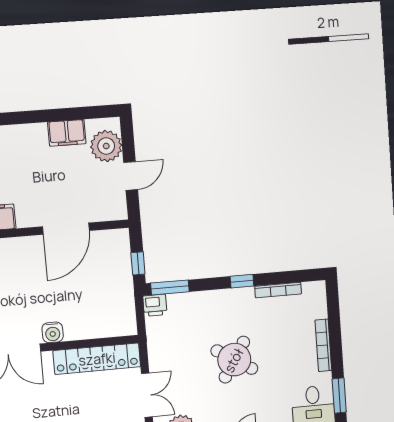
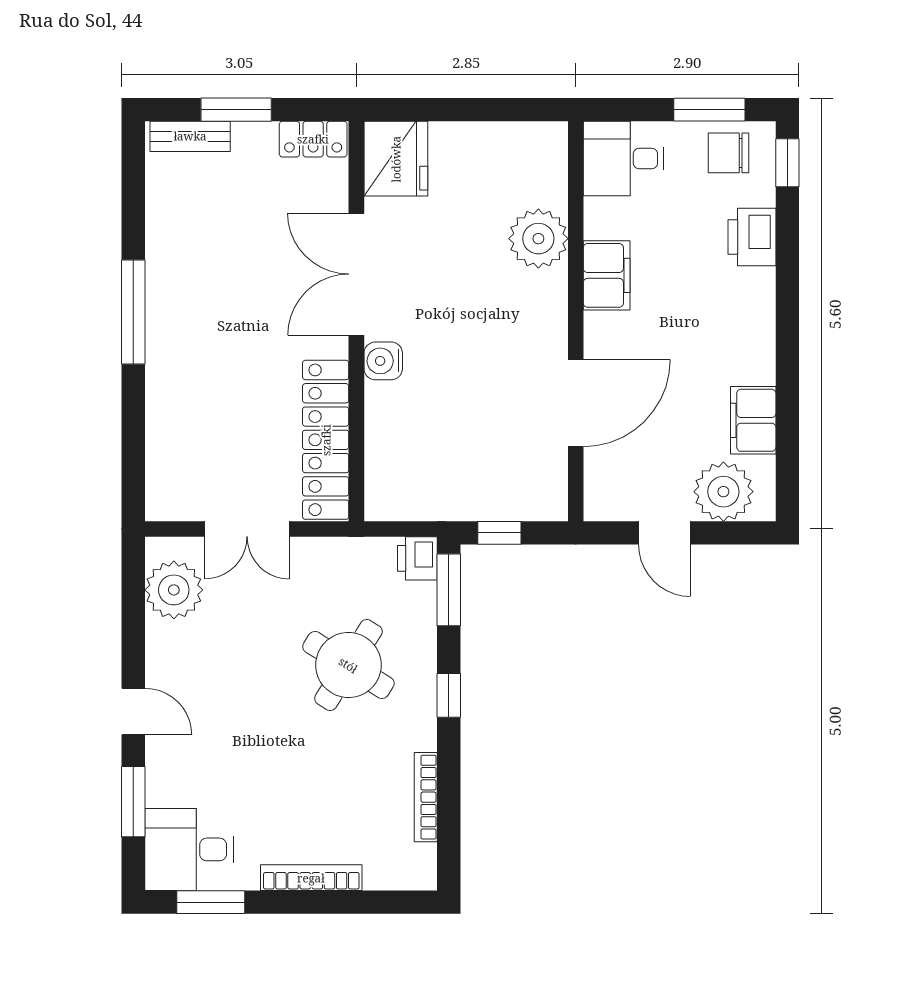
door: (66, 229) -> (576, 403), swing flipped
window: (242, 281) -> (449, 695), moved
round table: (234, 360) -> (348, 665), moved

